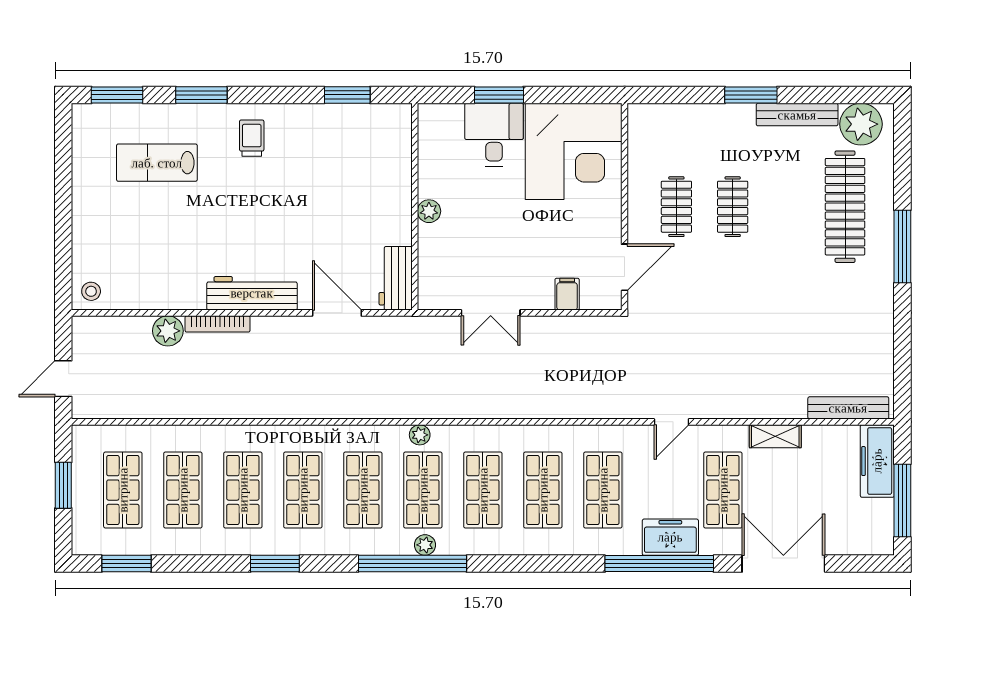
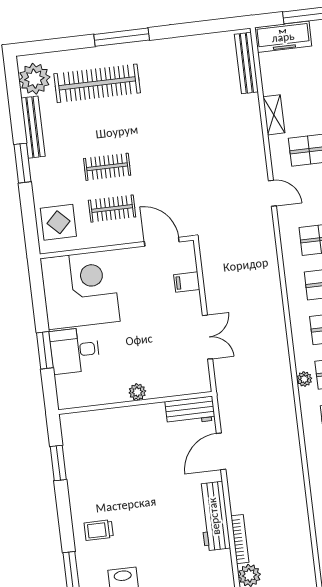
display table: (667, 133) -> (58, 222), added

